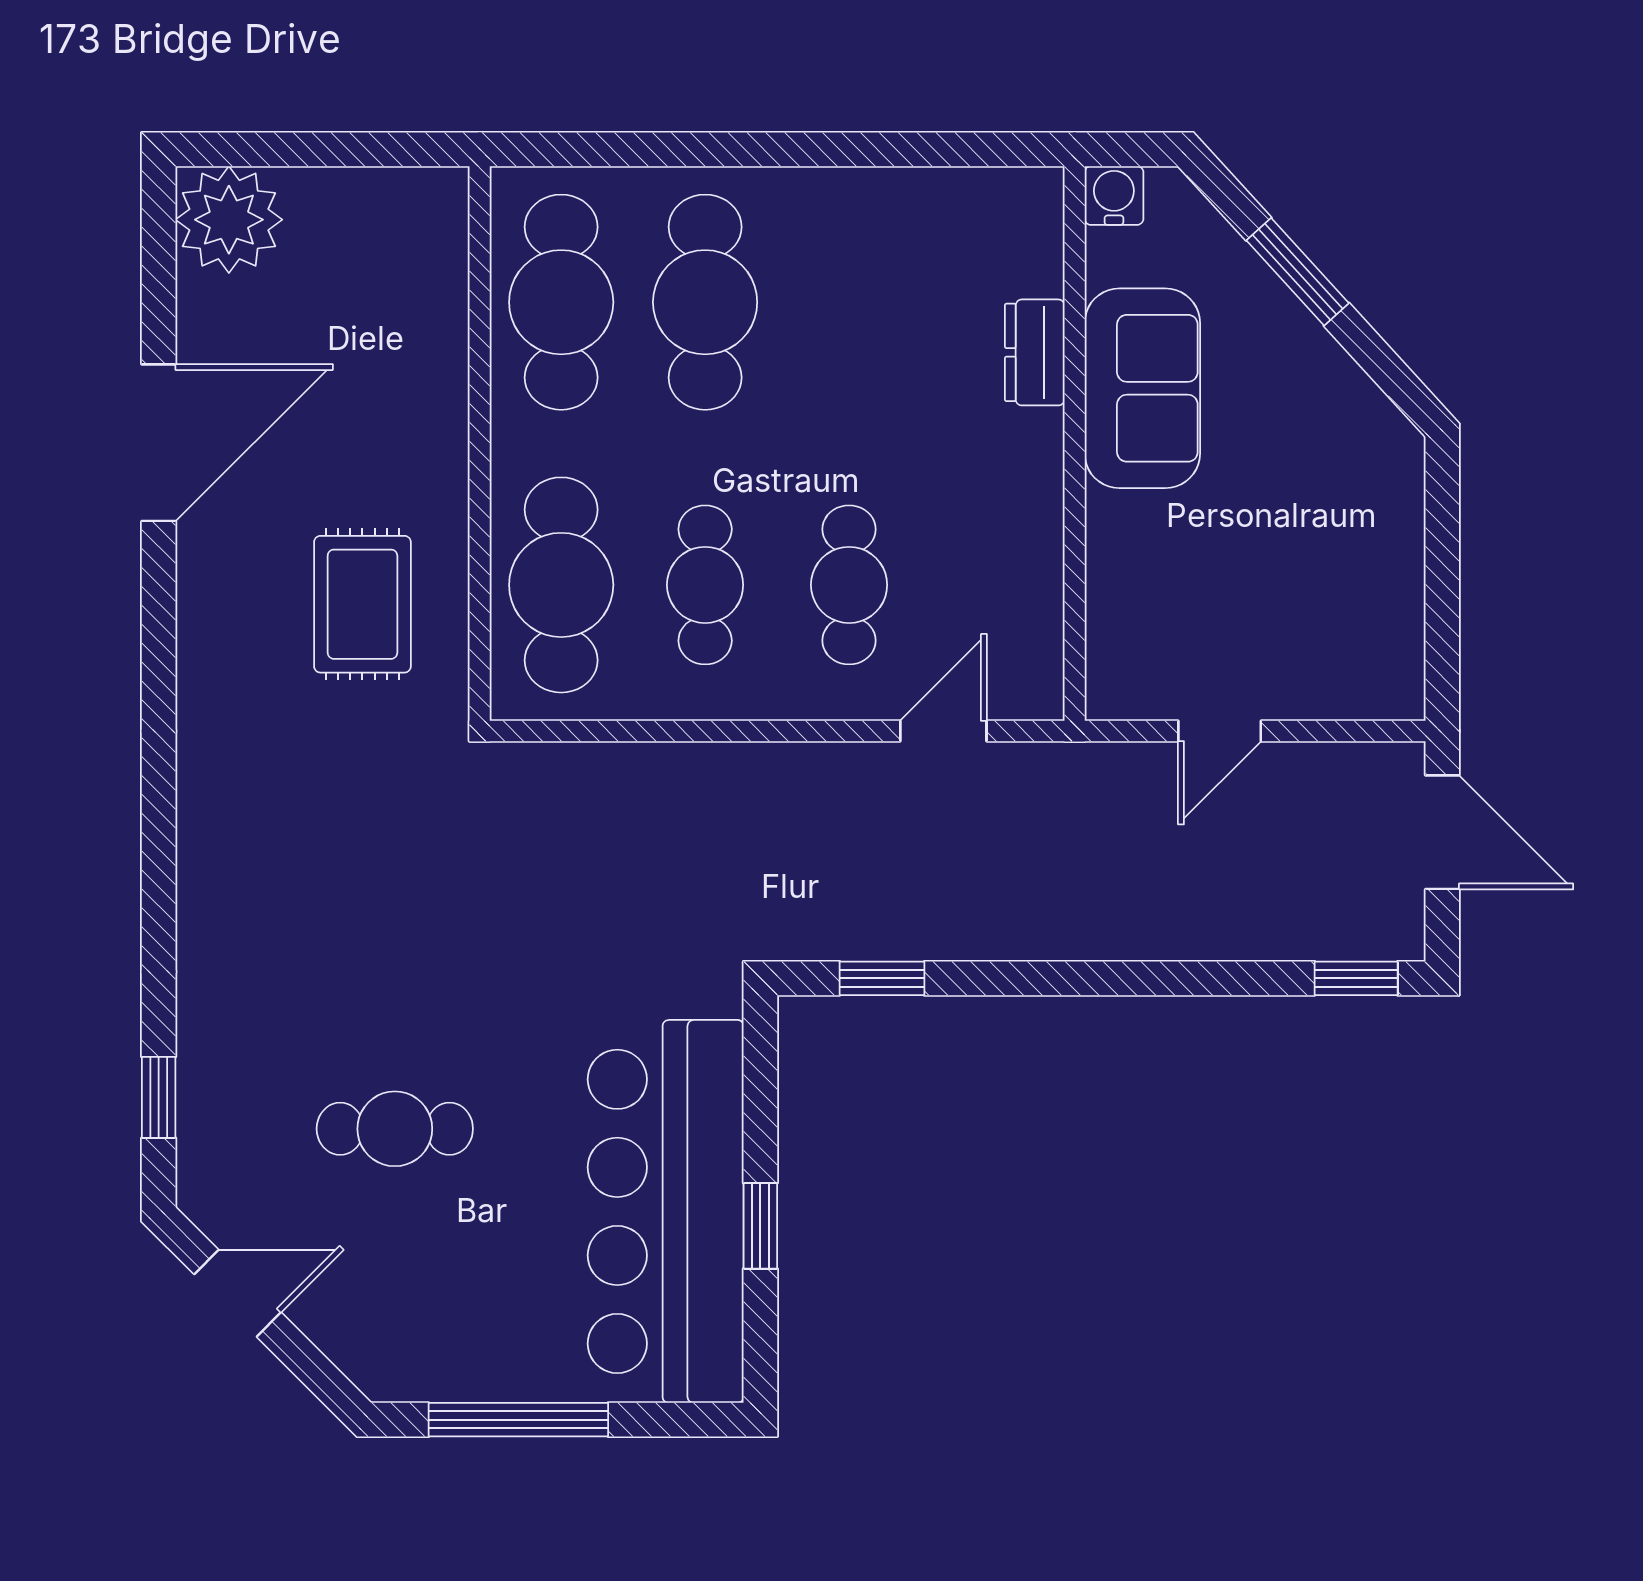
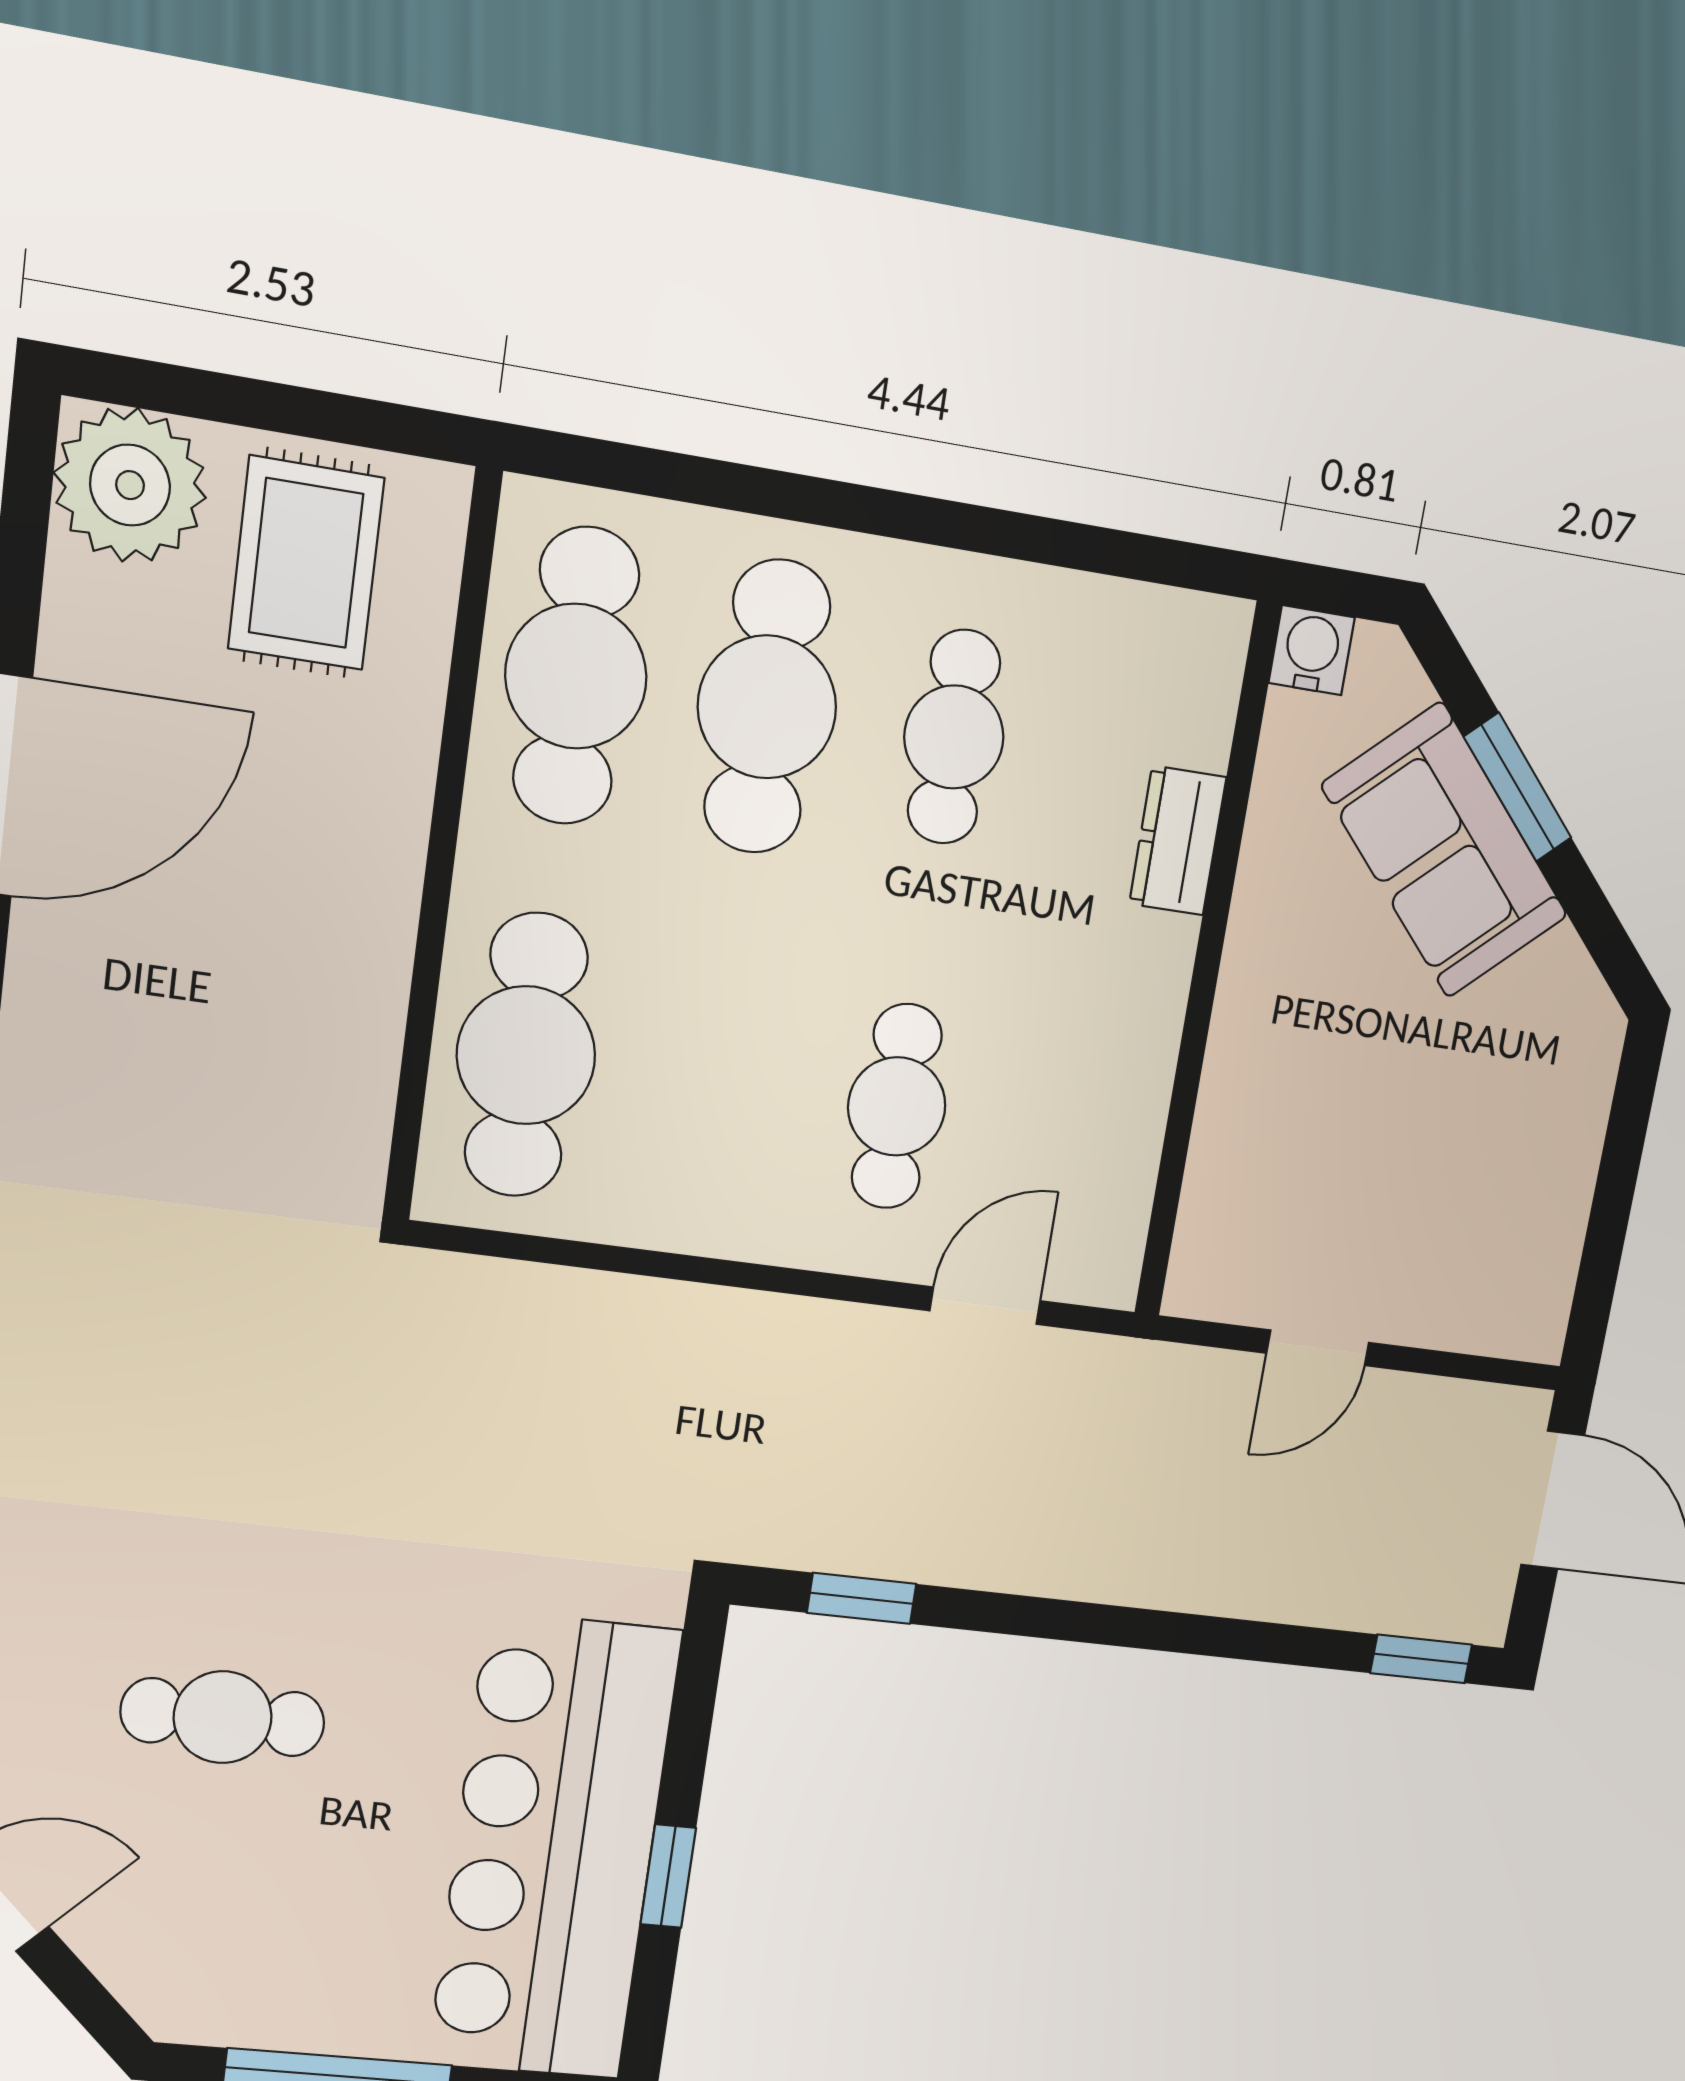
sofa: (1142, 388) -> (1445, 851), moved, turned 138
cafe table: (705, 585) -> (954, 737), moved
rug: (362, 604) -> (306, 563), moved

